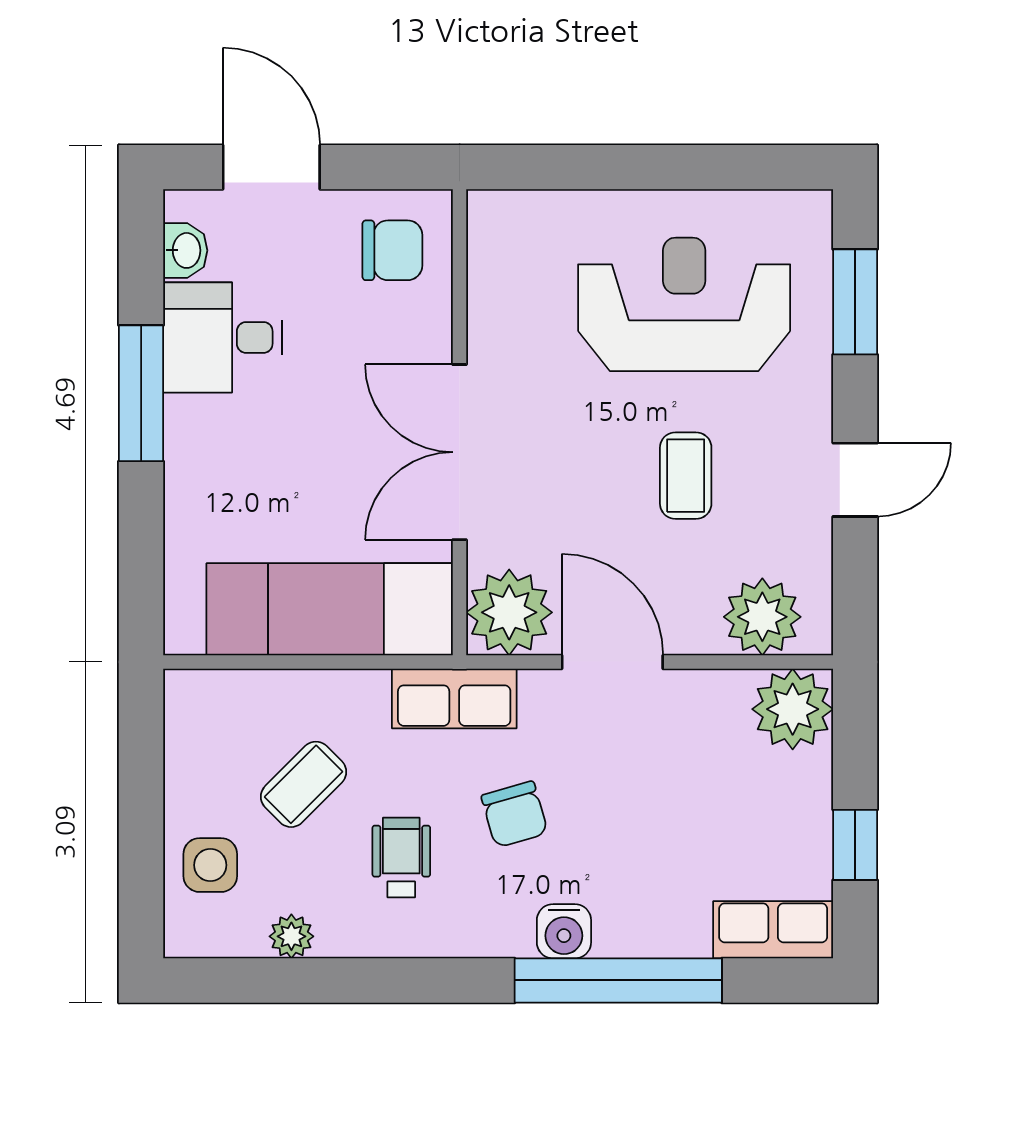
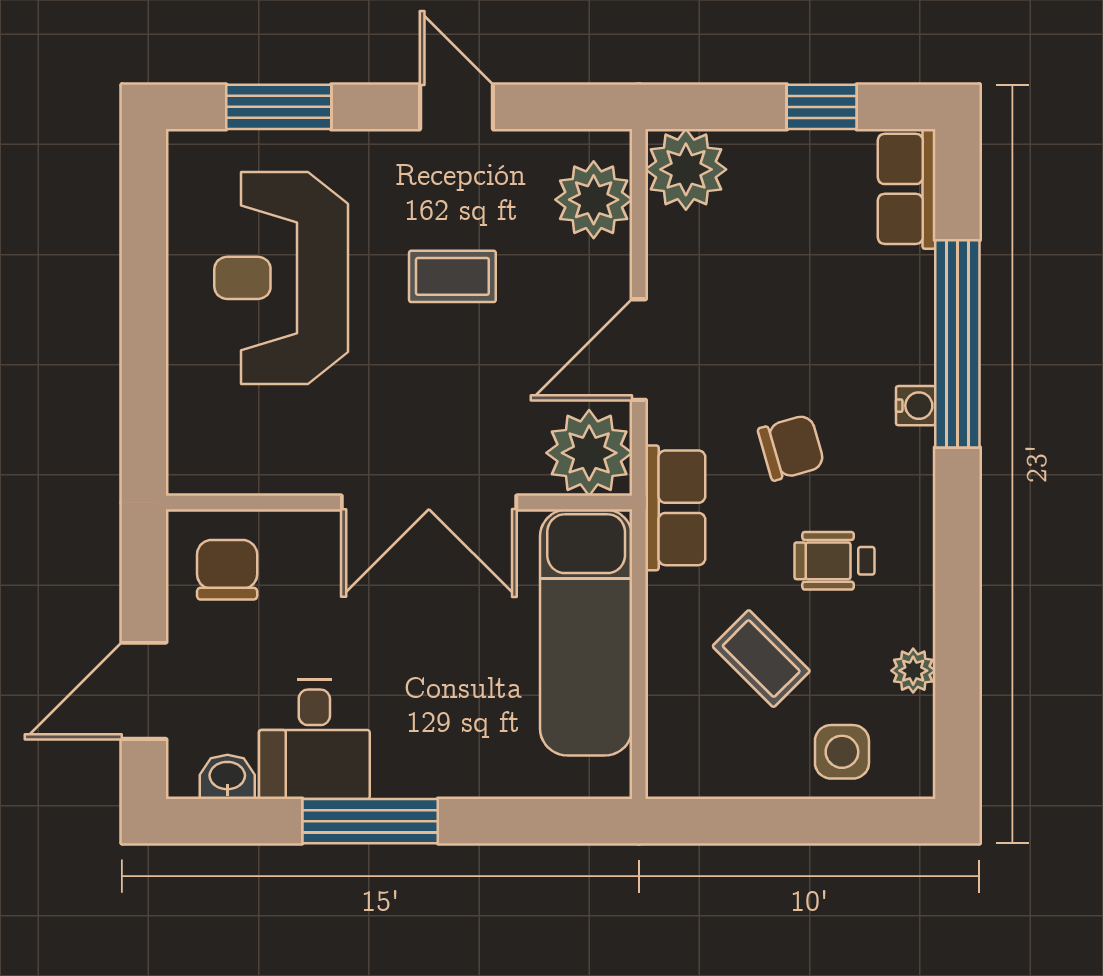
water cooler: (564, 931) -> (916, 406), width x0.72, depth x0.72

